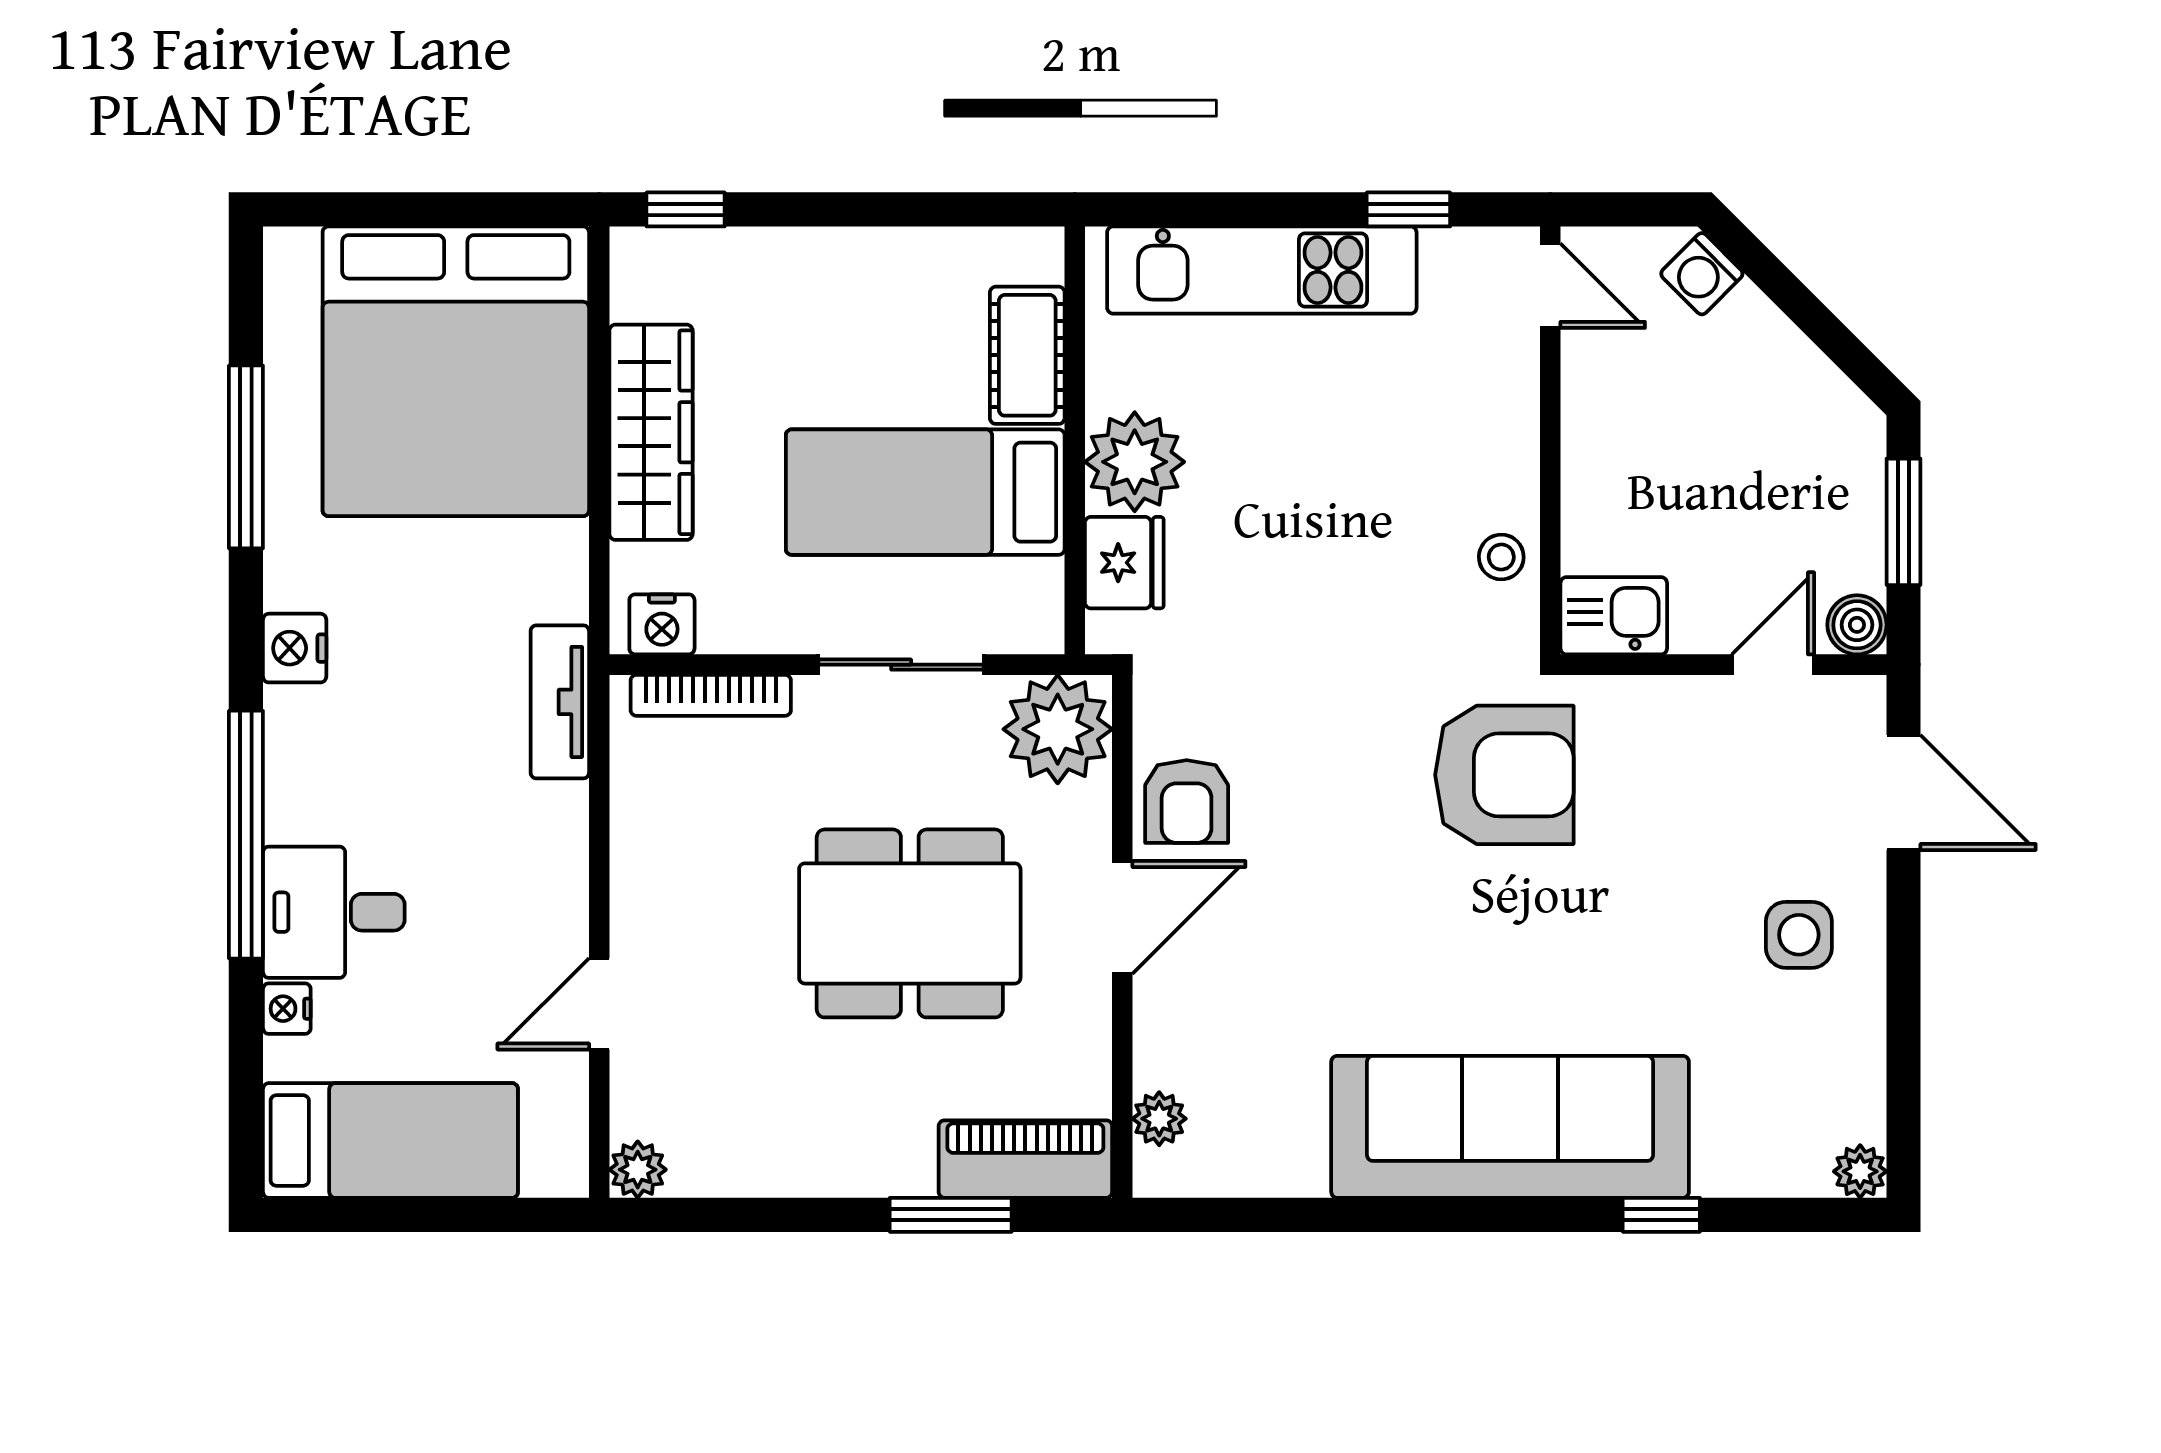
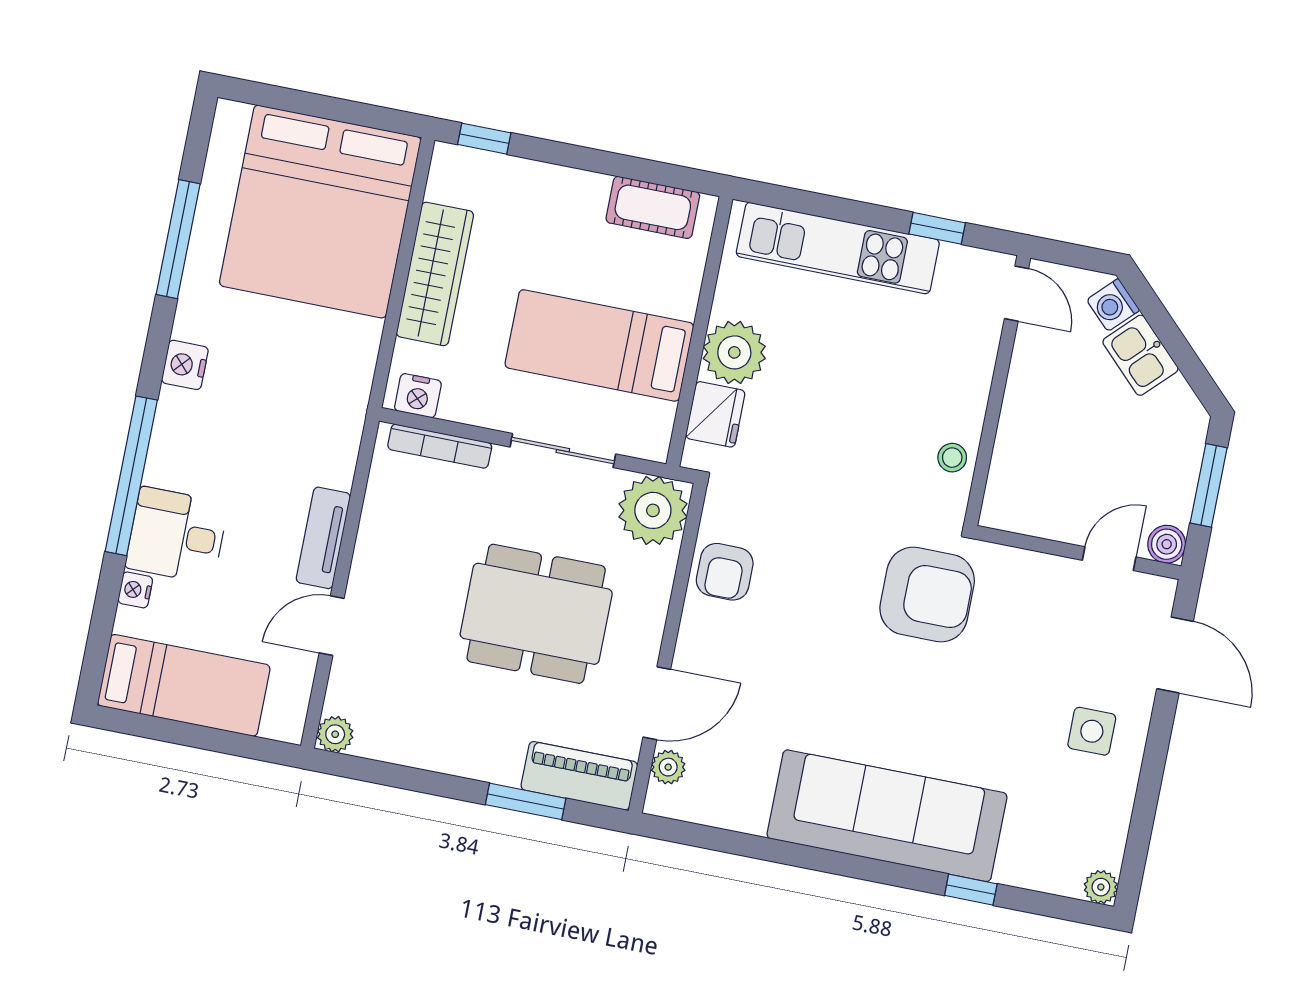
cot: (1027, 355) -> (653, 207), moved, turned 90
kitchen sink: (1614, 616) -> (1140, 355), moved, turned -135
tv unit: (560, 702) -> (323, 538), moved
door: (1122, 917) -> (657, 703), moved

